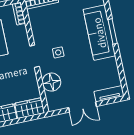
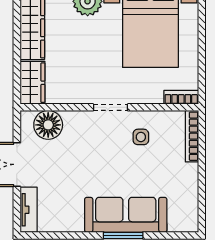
side table: (58, 52) -> (141, 137), moved
floor lamp: (51, 82) -> (48, 125), moved

